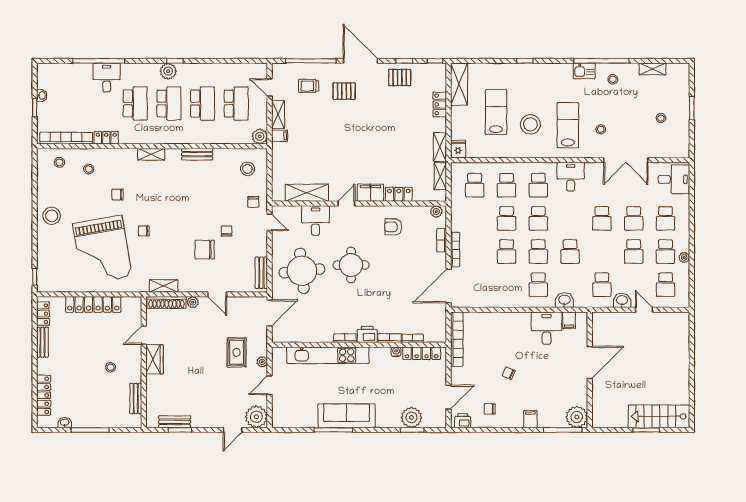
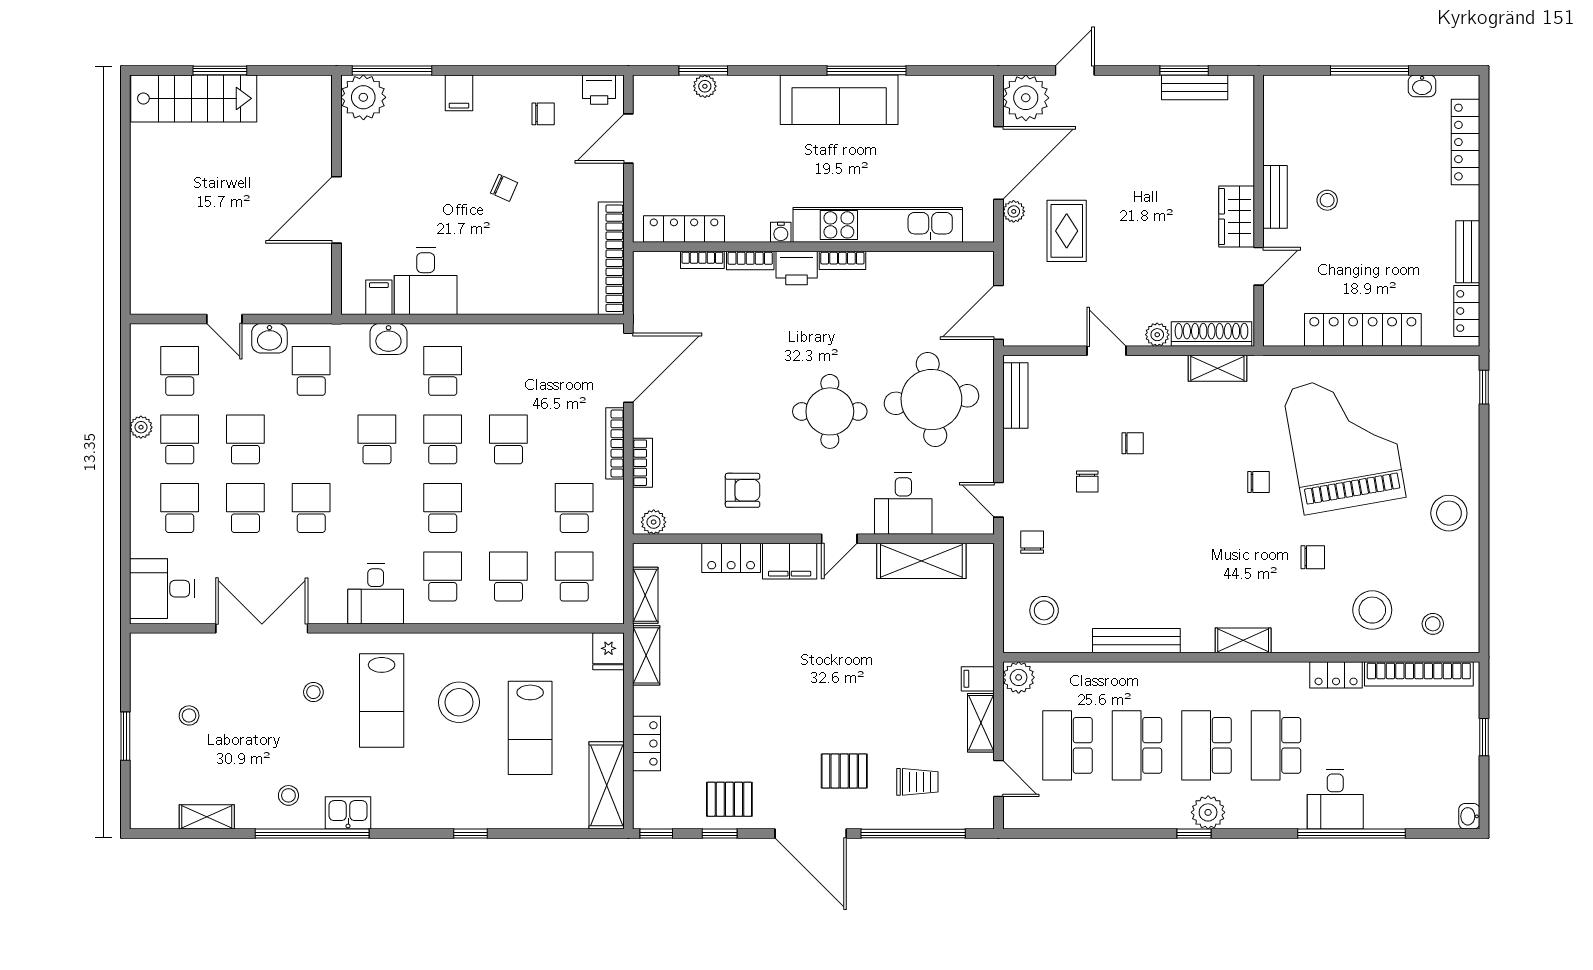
washbasin: (42, 95) -> (1469, 816), moved
bench: (197, 154) -> (1136, 641), width x1.36
stool: (89, 169) -> (1372, 610), width x1.89, depth x1.89
school desk: (507, 218) -> (574, 508), moved
chair: (205, 250) -> (1133, 443), width x0.54, depth x0.54
water cooler: (396, 352) -> (781, 232), moved
door: (270, 385) -> (998, 163), width x1.87
bench: (136, 398) -> (1275, 197), moved
plant: (412, 417) -> (705, 86), width x0.53, depth x0.53

